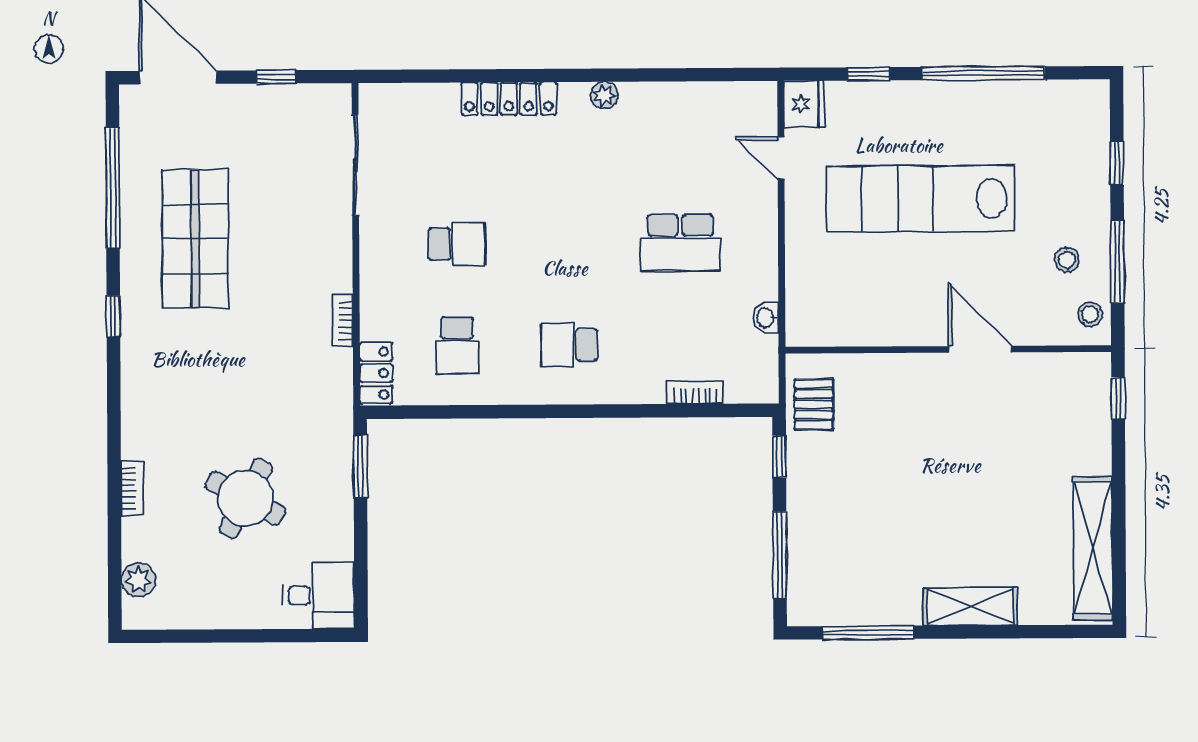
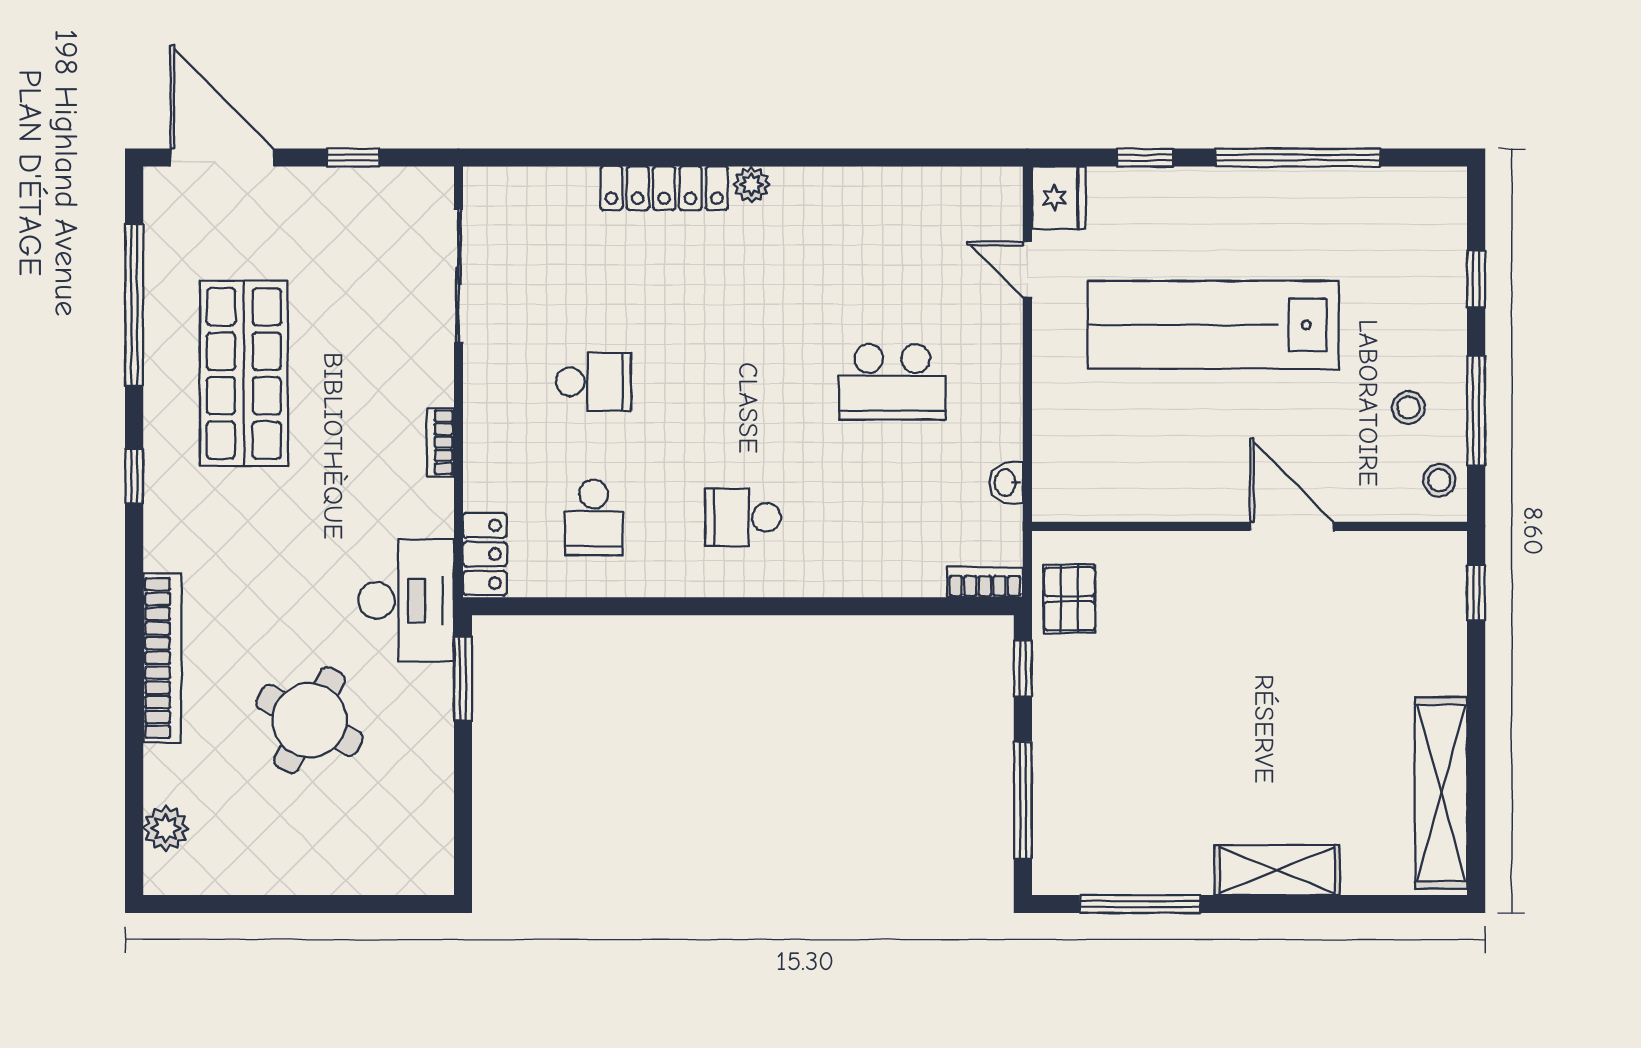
plant: (604, 95) -> (752, 184), moved
bookcase: (343, 321) -> (440, 442), moved
bookcase: (696, 393) -> (985, 582), moved
bookcase: (132, 488) -> (162, 658), width x2.31, depth x1.31
desk: (318, 595) -> (406, 600), moved, width x1.37

